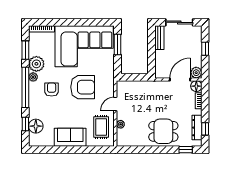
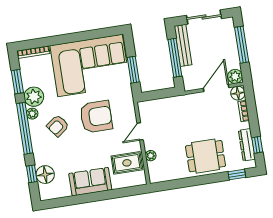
bench: (159, 38) -> (183, 45), width x1.36
window: (117, 44) -> (133, 70), moved
window: (205, 49) -> (242, 45), width x2.17
window: (151, 51) -> (175, 58), added
armchair: (52, 90) -> (58, 126), turned -127
rug: (101, 127) -> (127, 163), turned 90

